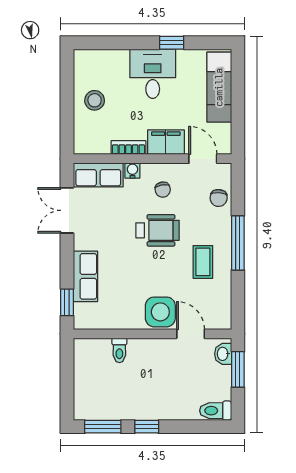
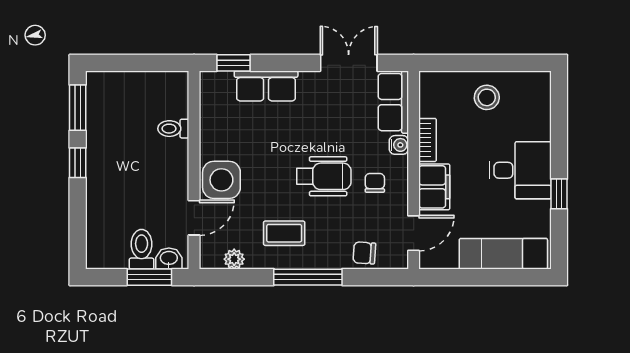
chair: (163, 190) -> (375, 183), turned 100
wheelchair: (157, 230) -> (324, 176), turned -90
plant: (223, 302) -> (234, 259), added
toilet: (216, 411) -> (142, 249), moved

